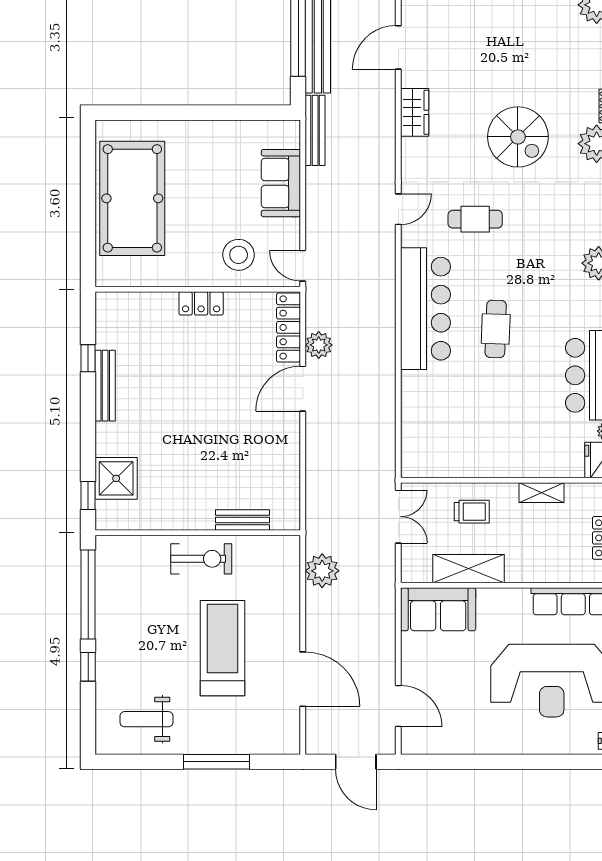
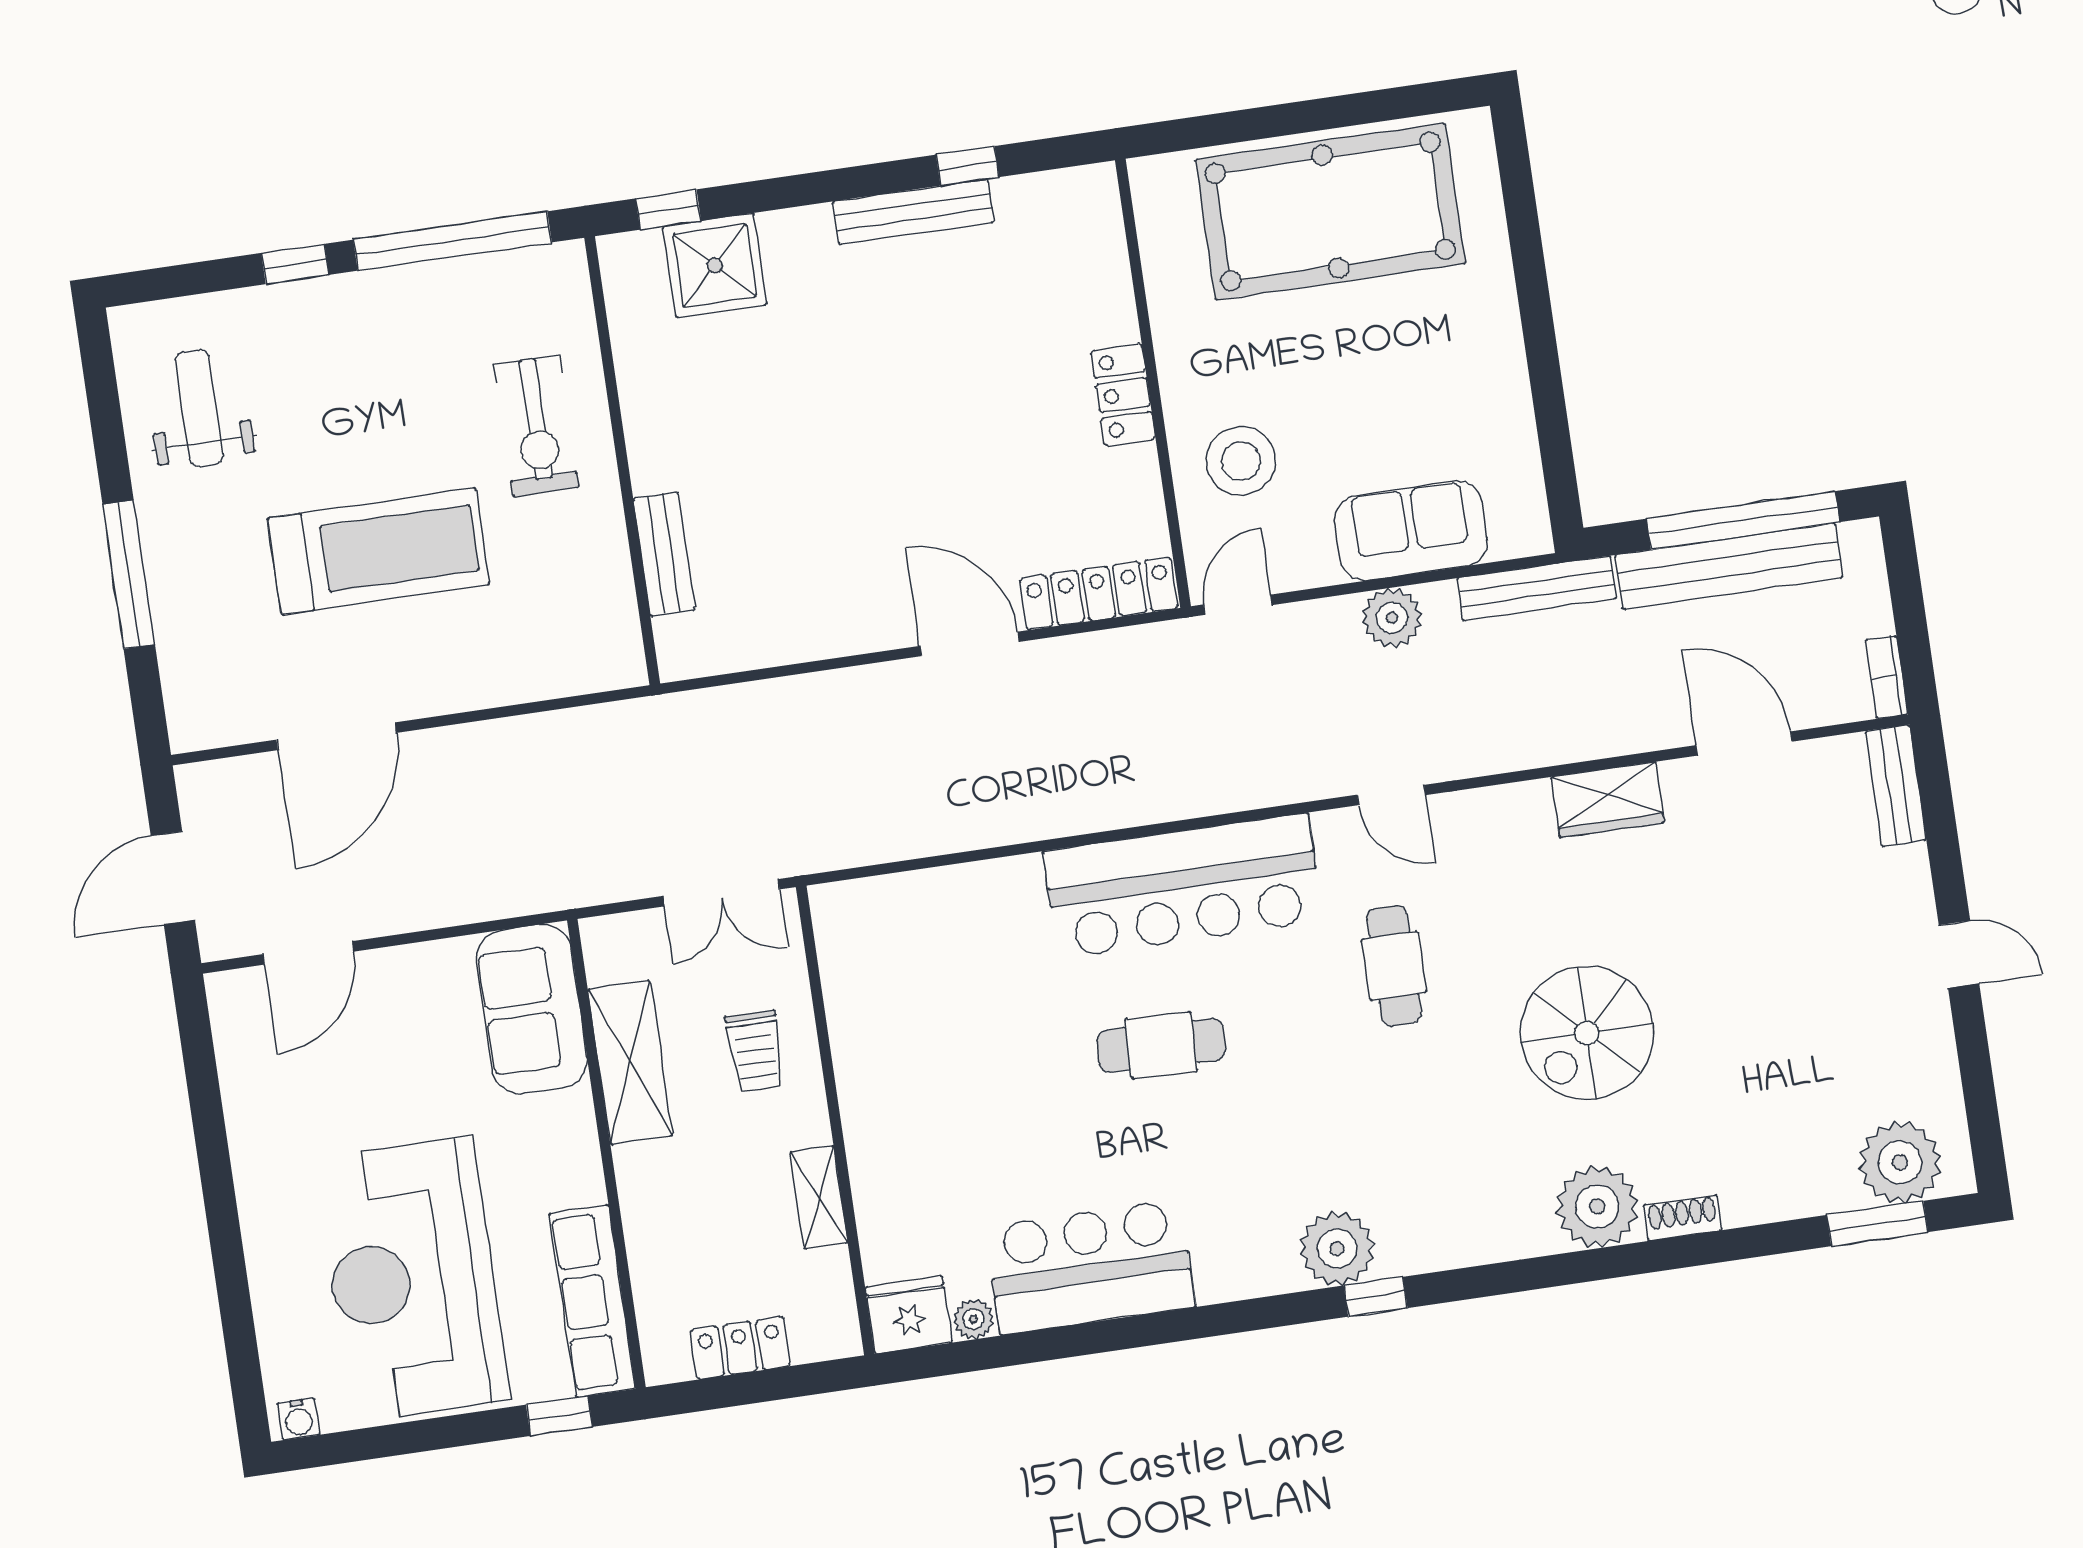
plant: (319, 345) -> (1392, 618), moved
exercise bike: (201, 559) -> (536, 426), moved
plant: (322, 571) -> (579, 744), removed

